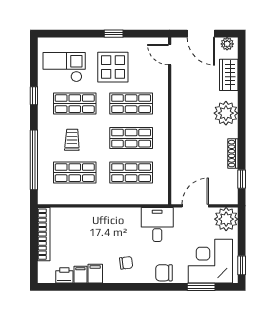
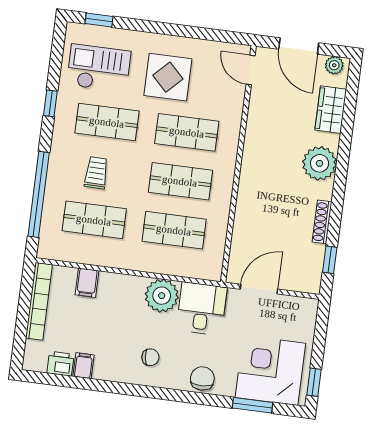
window: (114, 34) -> (99, 20), moved
plant: (226, 219) -> (162, 296), moved
chair: (164, 273) -> (202, 378), turned 89
filing cabinet: (95, 274) -> (87, 283), moved, turned 180

